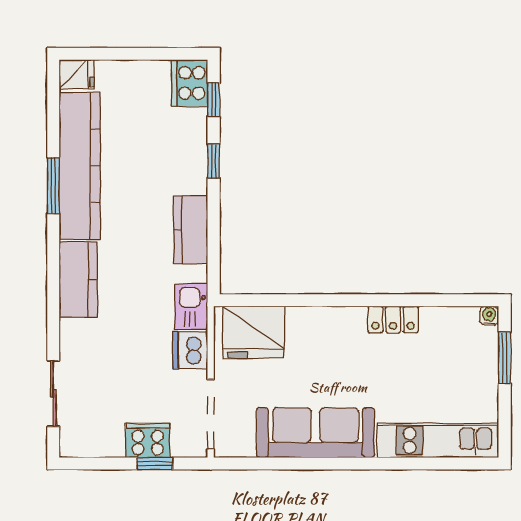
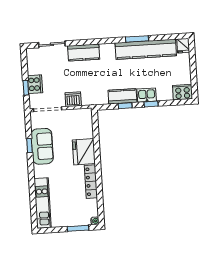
window: (214, 100) -> (125, 106), moved
kitchen counter: (78, 280) -> (84, 53), moved
kitchen sink: (191, 307) -> (147, 95), moved
locker: (393, 320) -> (91, 182), width x1.53
fridge: (253, 332) -> (84, 152), moved
sofa: (315, 433) -> (42, 146), width x0.73
window: (296, 464) -> (29, 146), added

